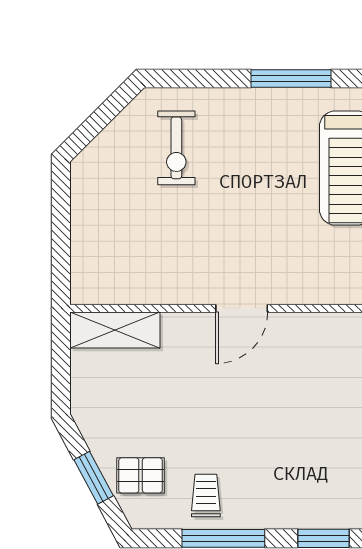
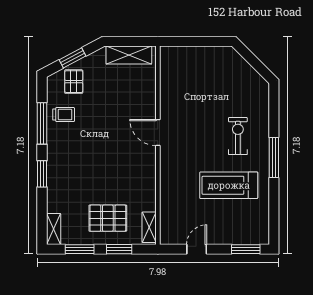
exercise bike: (176, 148) -> (238, 136), moved, turned 90
shelving: (115, 330) -> (129, 55), moved, turned 90

